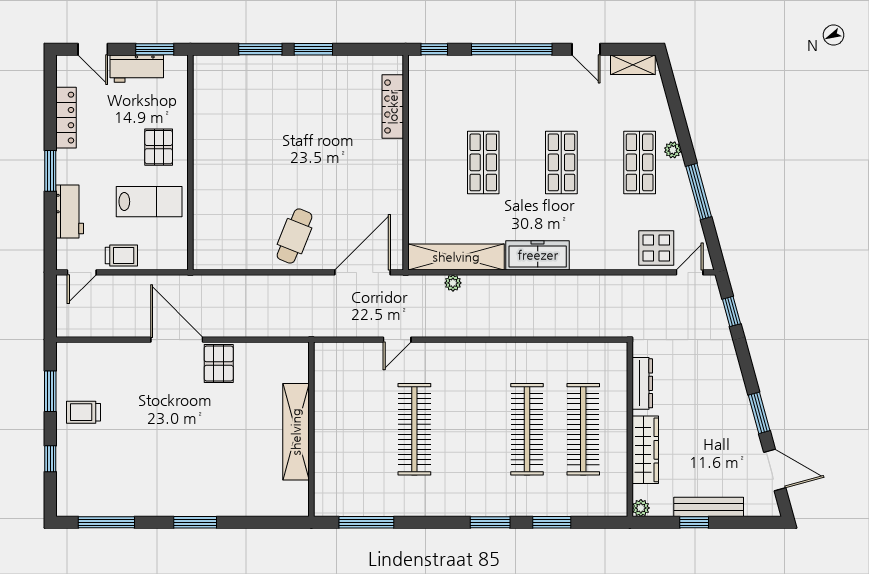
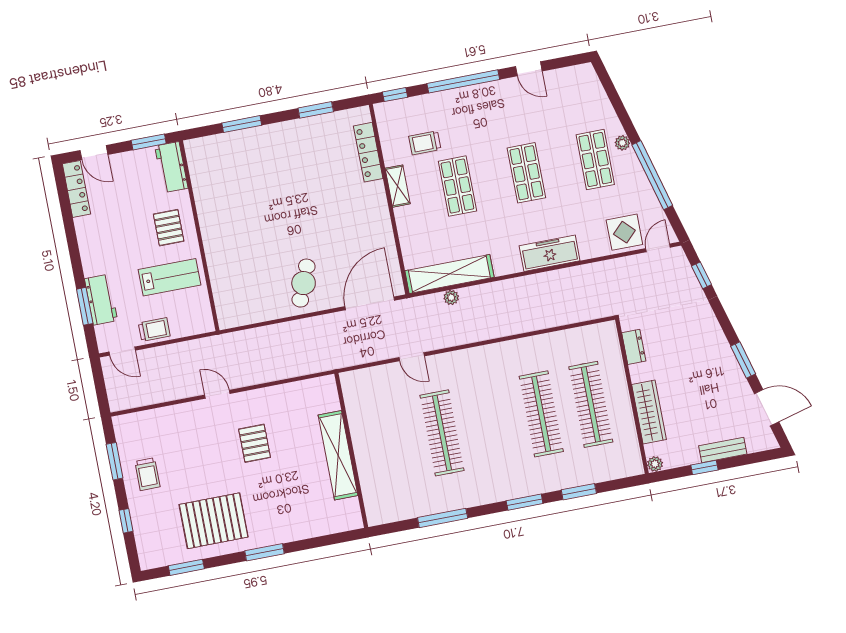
window: (313, 49) -> (316, 110), moved
shelving: (633, 65) -> (398, 186), moved, turned 90
workbench: (137, 69) -> (171, 167), moved, turned 90
trolley: (457, 108) -> (425, 143), added
locker: (66, 118) -> (76, 189), moved
window: (50, 171) -> (85, 306), moved
window: (699, 191) -> (652, 175), width x1.46
freezer: (538, 255) -> (550, 253), moved
door: (82, 272) -> (122, 351), hinge flipped
door: (177, 340) -> (217, 394), width x0.53
door: (397, 340) -> (412, 357), hinge flipped
pallet: (219, 364) -> (255, 443), moved
dresser: (642, 383) -> (634, 347), width x0.70
trolley: (83, 412) -> (147, 474), turned -90
pallet: (146, 477) -> (214, 521), added
bench: (709, 507) -> (723, 450), width x0.73
window: (106, 522) -> (186, 567), width x0.69
window: (366, 522) -> (443, 518), moved

